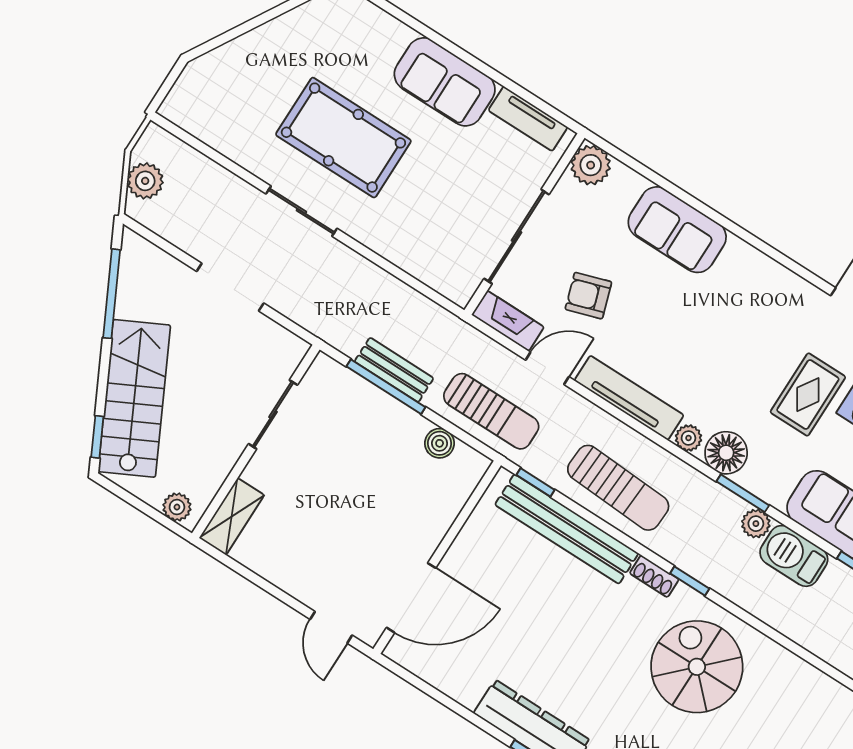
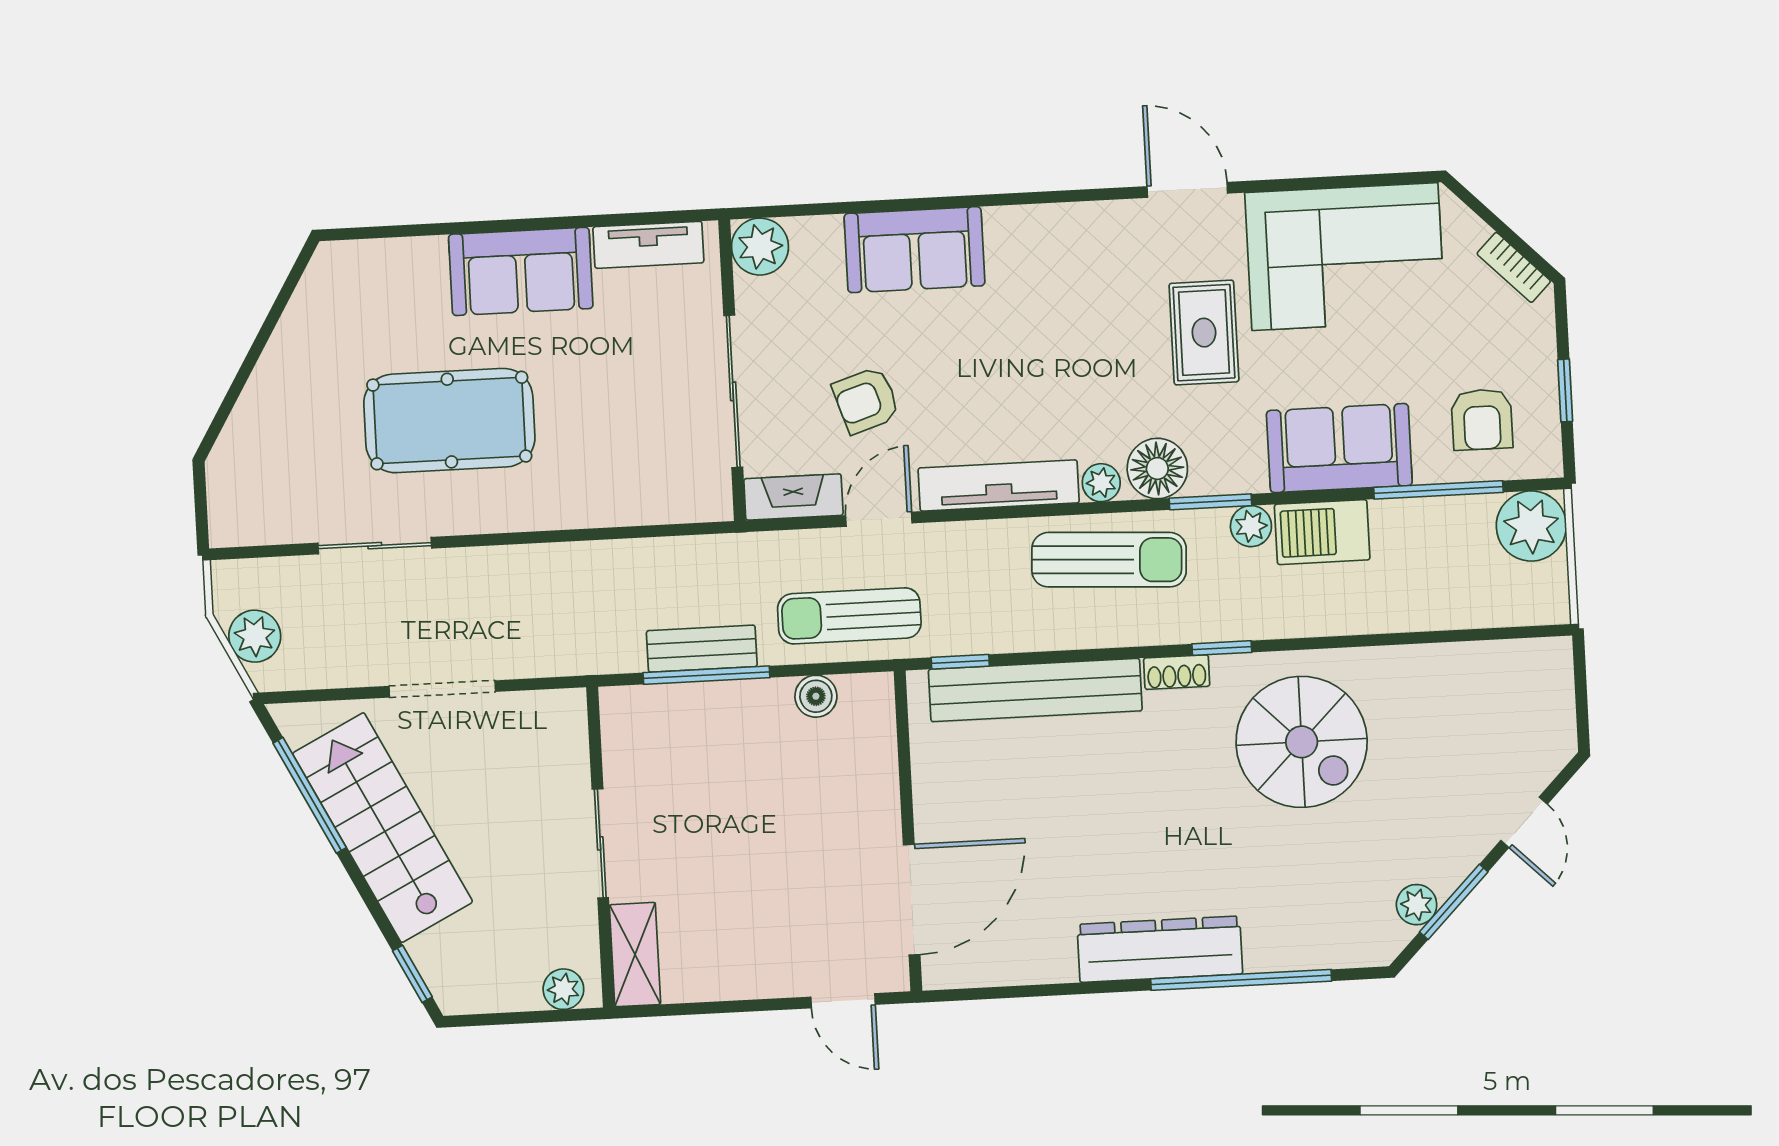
sliding door: (301, 211) -> (375, 546), moved
stairs: (134, 398) -> (383, 828), moved
sun lounger: (491, 411) -> (849, 616), turned 180
sliding door: (273, 414) -> (600, 843), moved
sun lounger: (618, 488) -> (1109, 560), moved
spiral stairs: (697, 667) -> (1302, 742), turned 180

